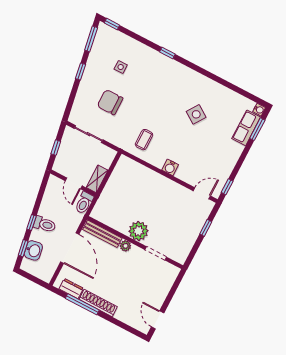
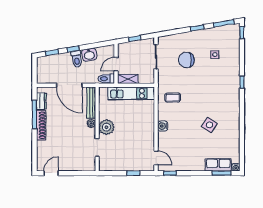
chair: (110, 102) -> (186, 60), turned -90
kitchen unit: (115, 183) -> (131, 93), added
door: (70, 248) -> (69, 85), hinge flipped
washbasin: (33, 250) -> (89, 55), moved

